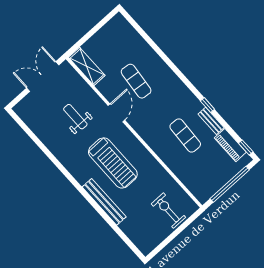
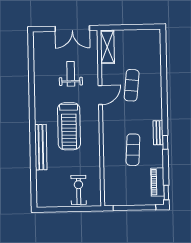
double door: (43, 76) -> (72, 28), swing flipped
bench: (211, 121) -> (158, 133), moved

